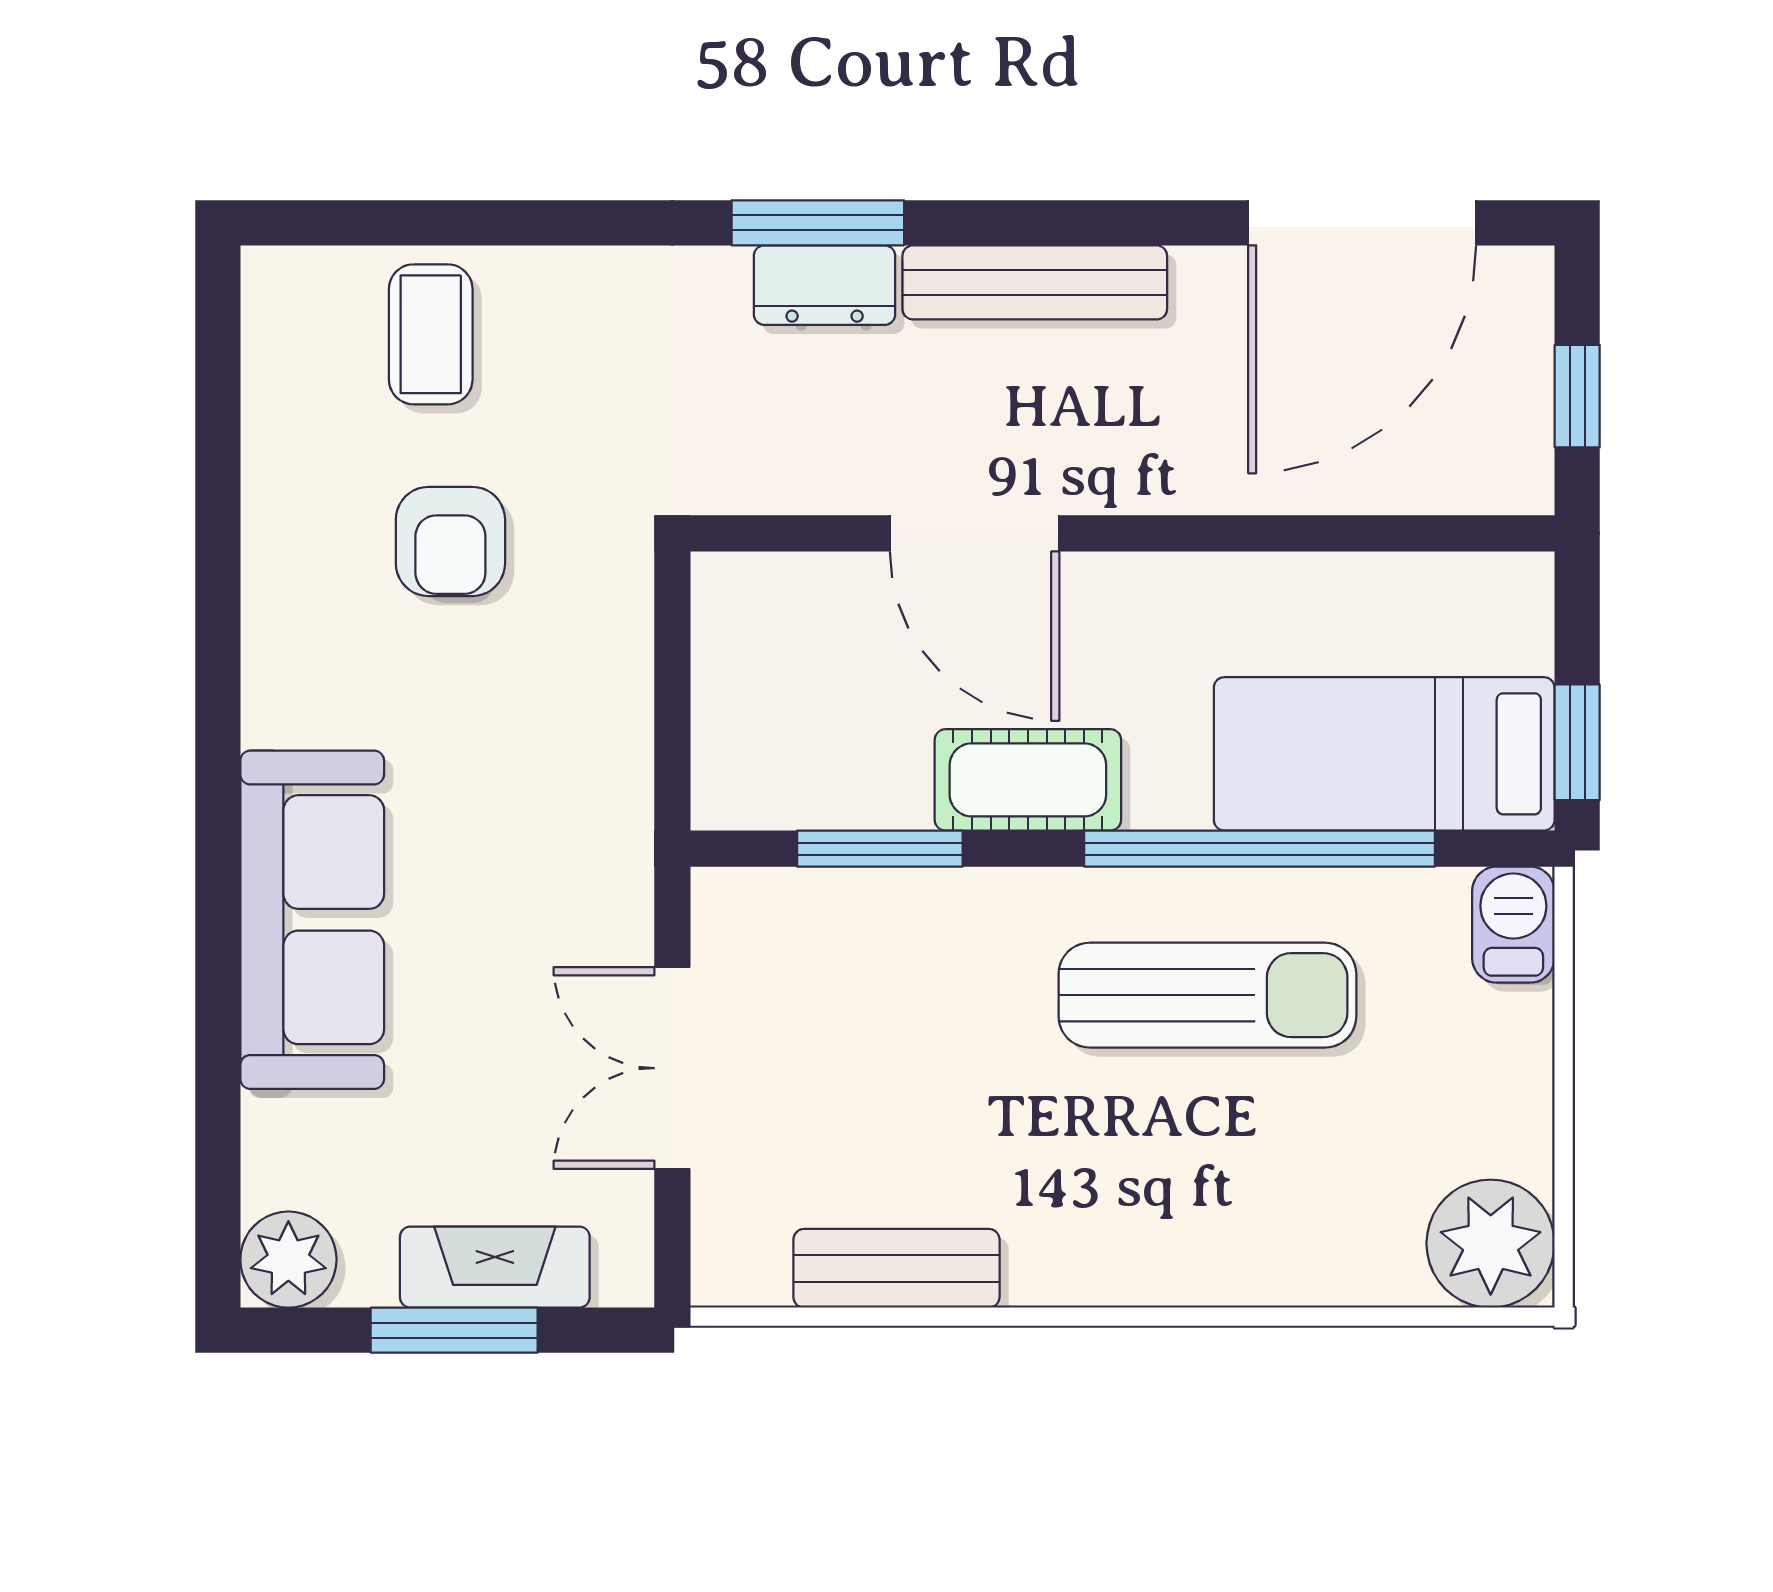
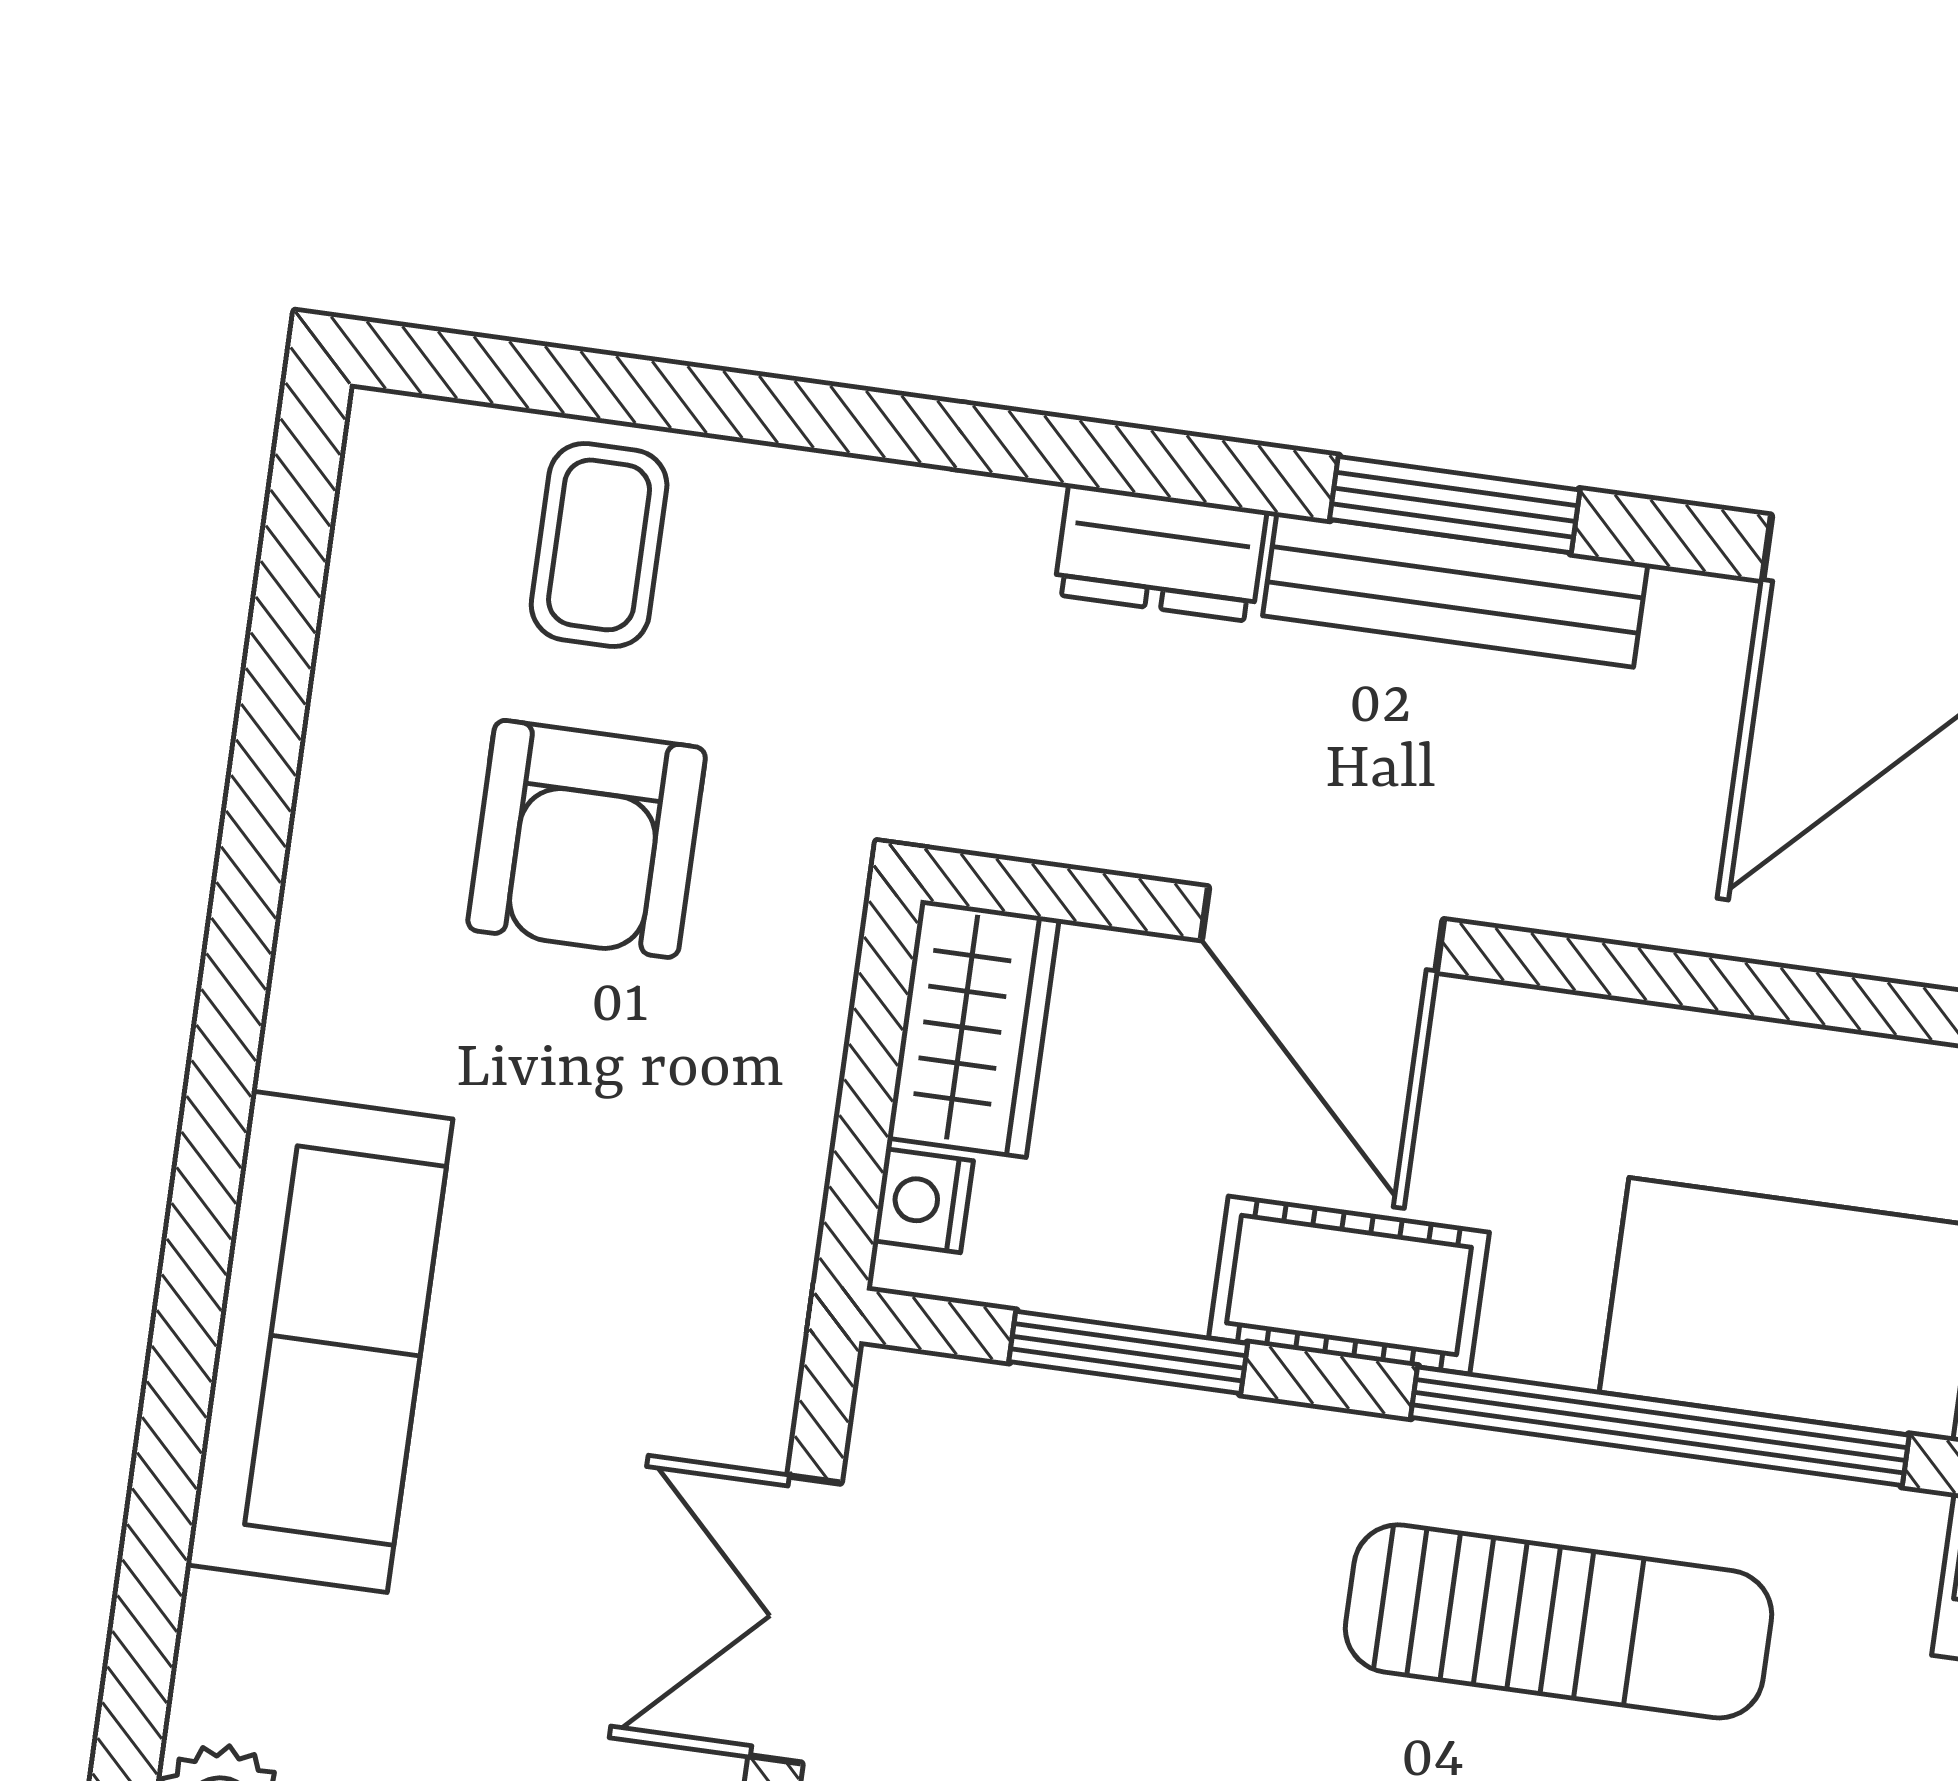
window: (818, 223) -> (1455, 505), moved
armchair: (450, 541) -> (587, 839), width x1.38, depth x1.38
wardrobe: (740, 637) -> (973, 1029), added
nightstand: (722, 762) -> (923, 1201), added

